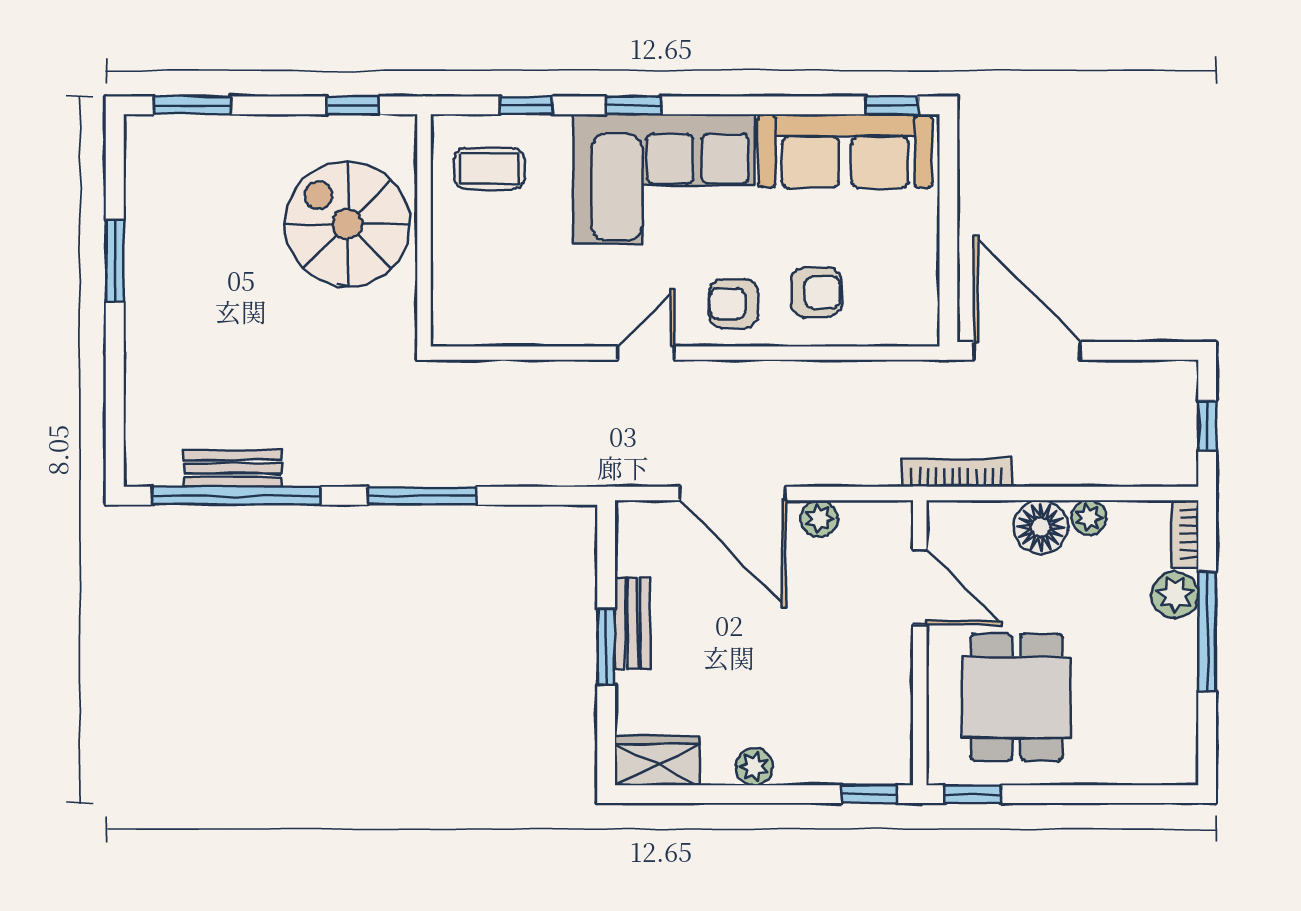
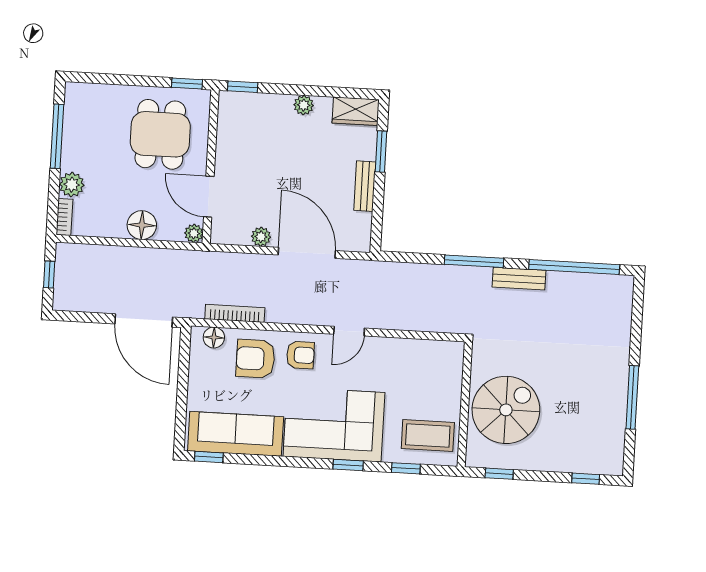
window: (193, 105) -> (586, 479), width x0.67
coffee table: (489, 168) -> (428, 435), width x1.36, depth x1.30
spiral stairs: (347, 224) -> (506, 410), turned -90
window: (115, 261) -> (632, 397), width x1.44
armchair: (816, 292) -> (255, 359), width x1.38, depth x1.38
floor lamp: (896, 327) -> (214, 337), added
bench: (233, 468) -> (519, 279), moved
bookcase: (957, 473) -> (235, 313), moved, turned 180
plant: (1089, 518) -> (194, 233), moved
window: (1207, 632) -> (57, 136), moved
window: (606, 647) -> (381, 151), moved

